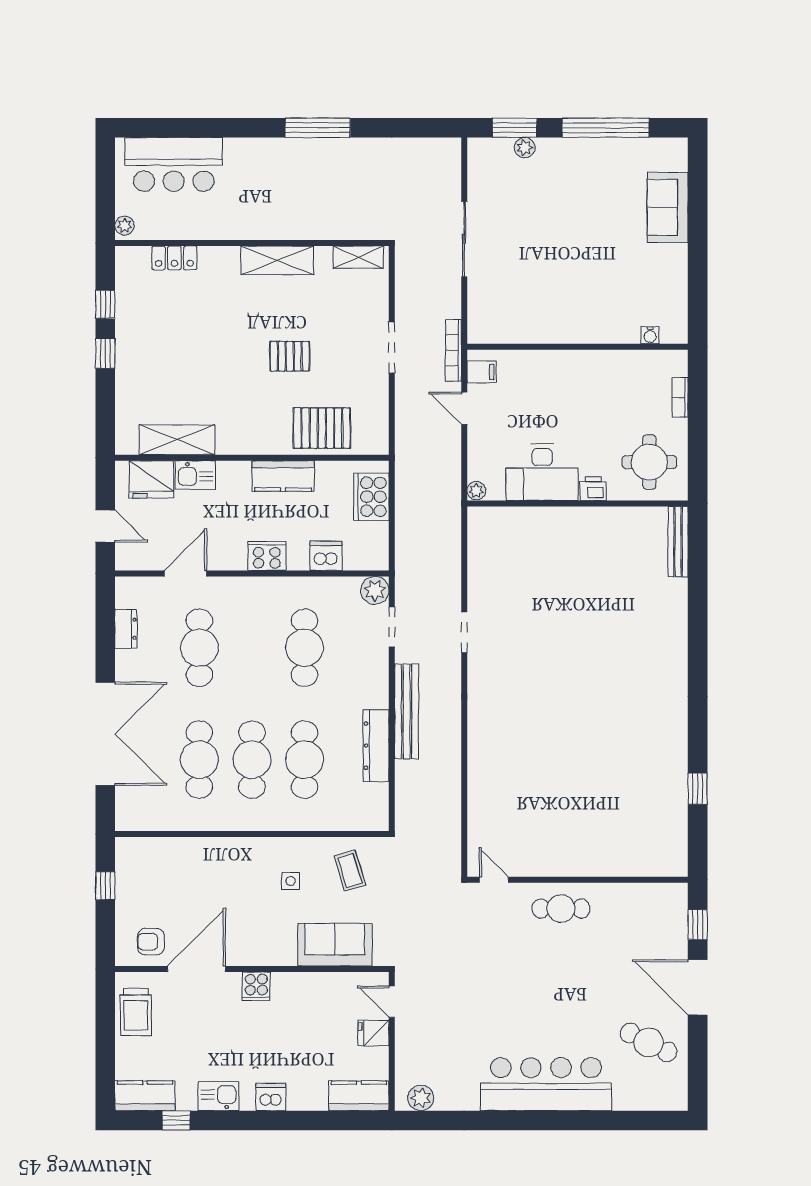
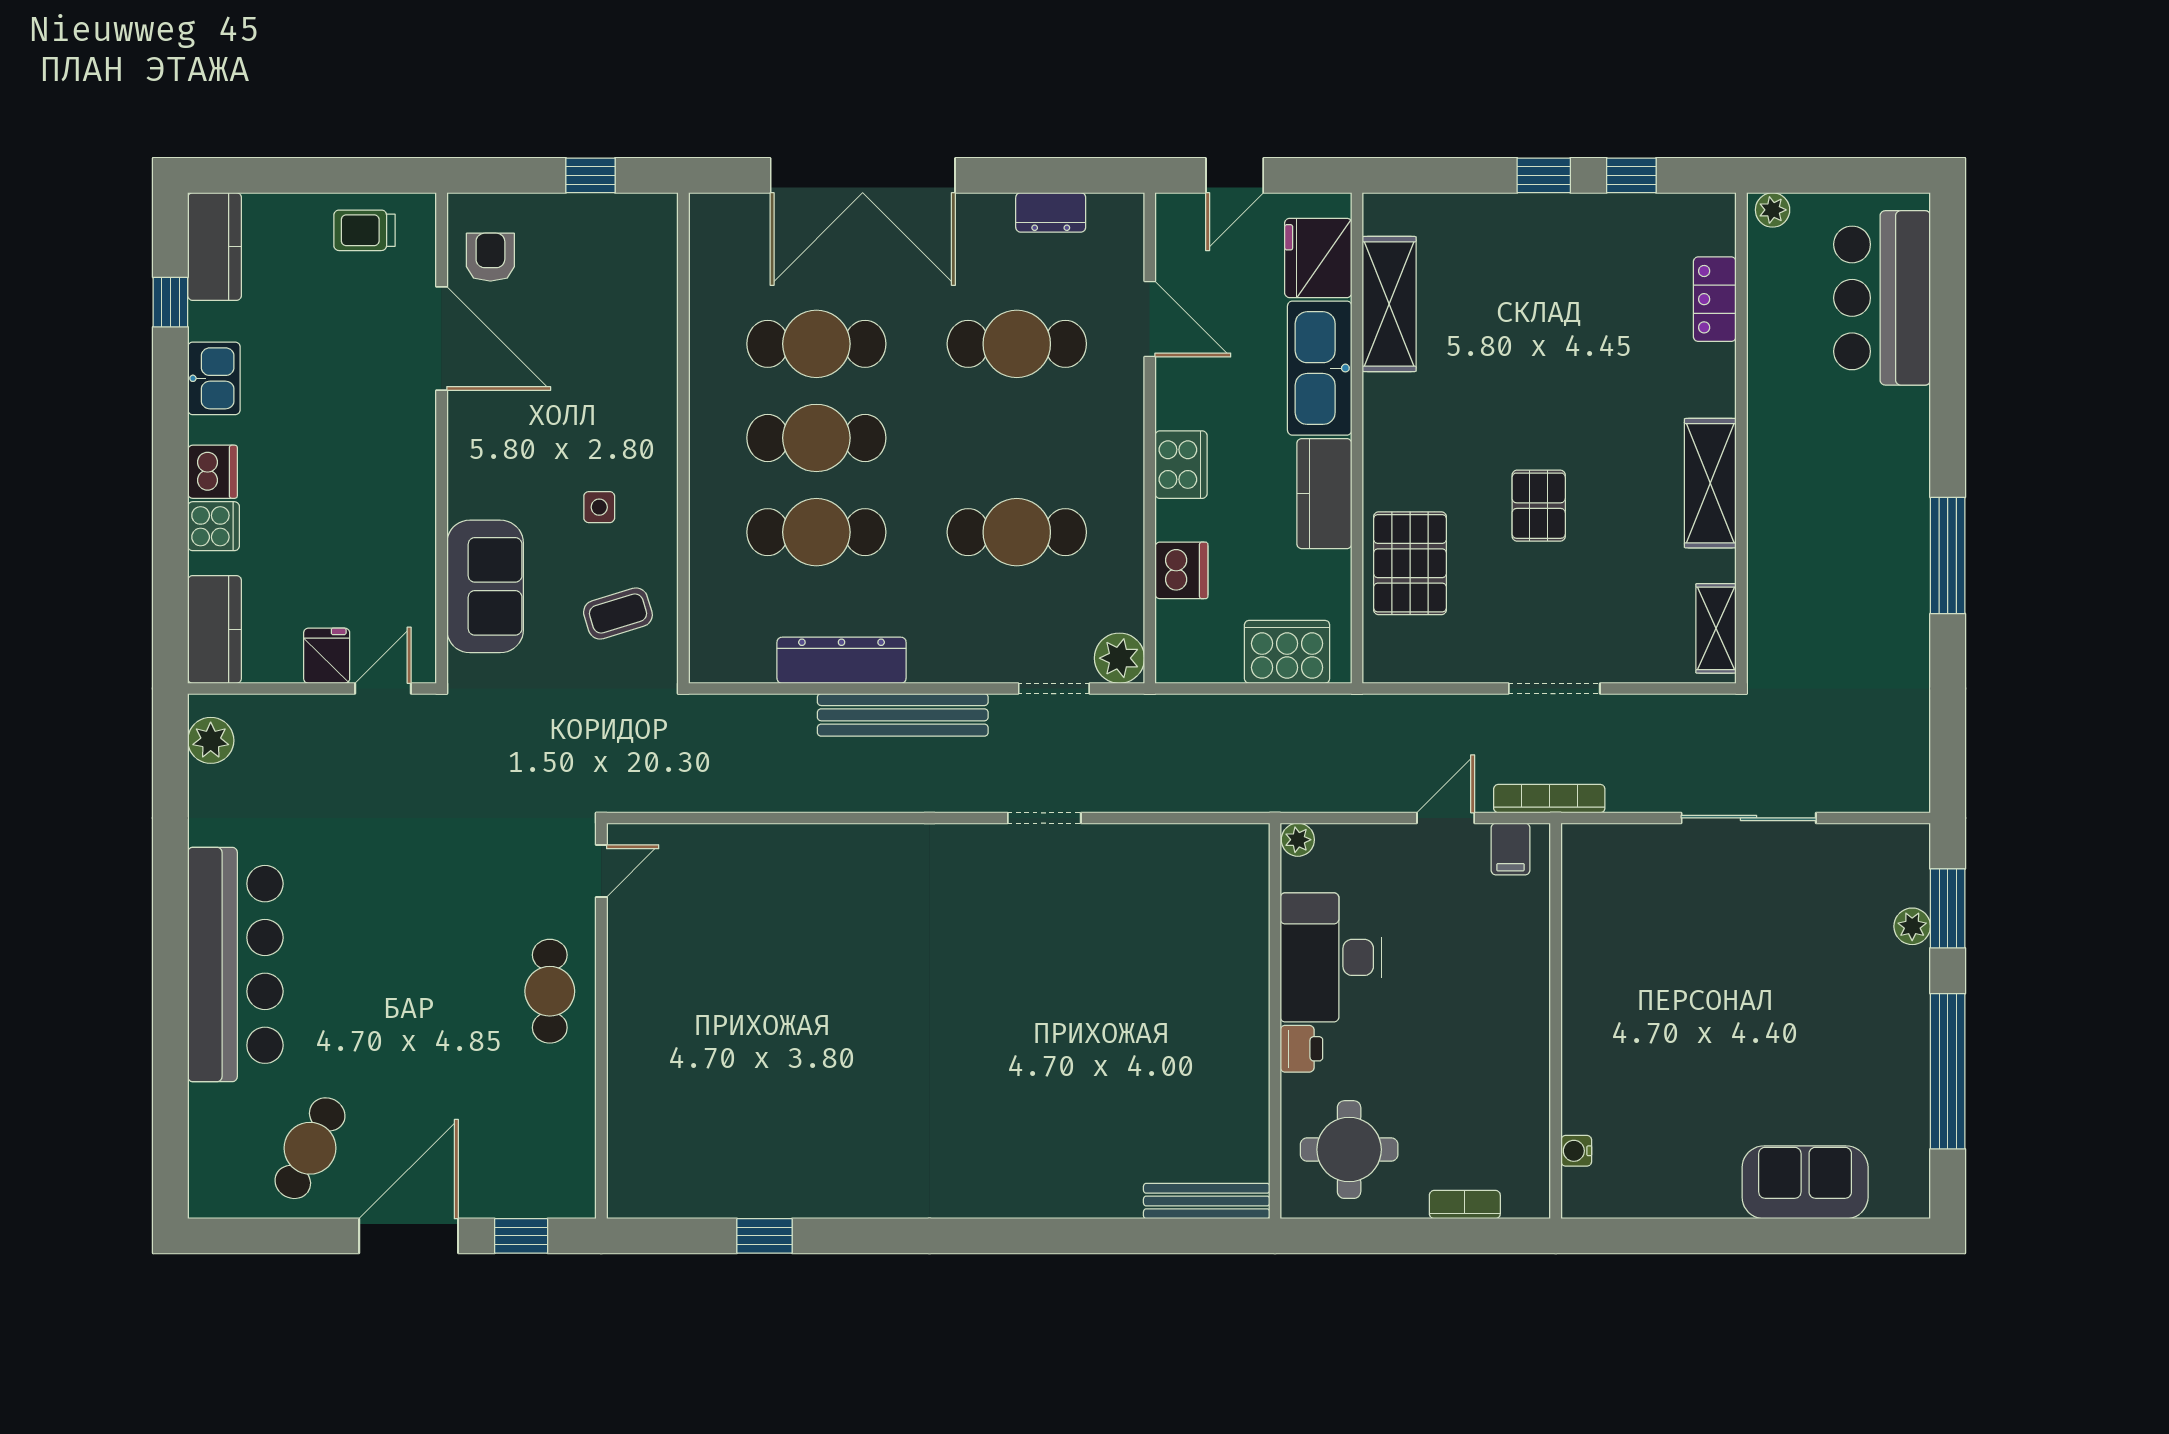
kitchen sink: (195, 475) -> (1320, 368), width x1.87, depth x1.24
cooker: (256, 986) -> (214, 526), moved, turned 180
trolley: (136, 1012) -> (365, 230), width x0.73, depth x0.72

